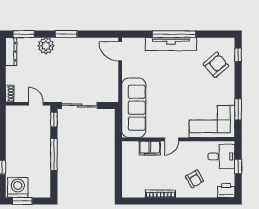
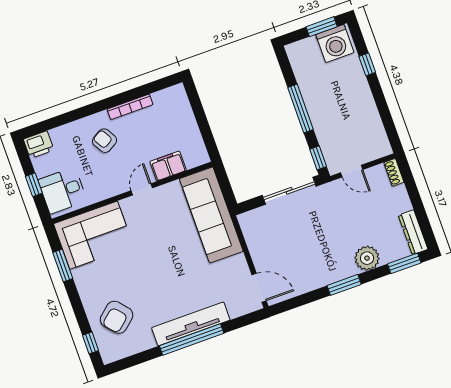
armchair: (195, 179) -> (105, 141), moved

